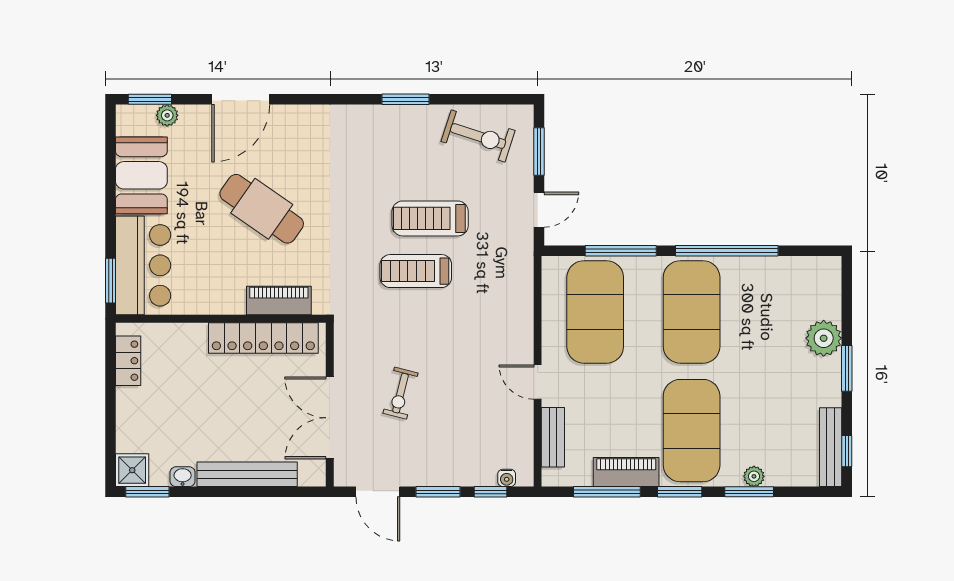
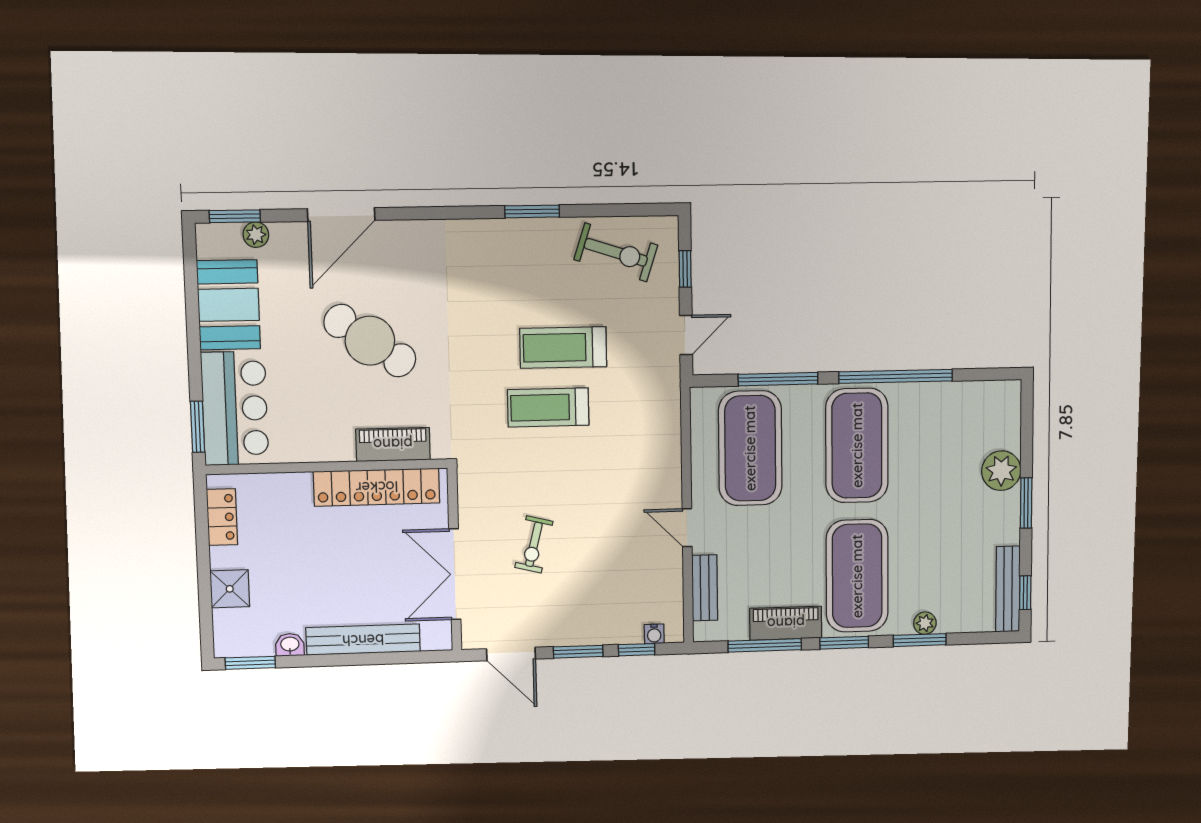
window: (539, 151) -> (685, 269), width x0.67
shower: (132, 470) -> (230, 589), moved

